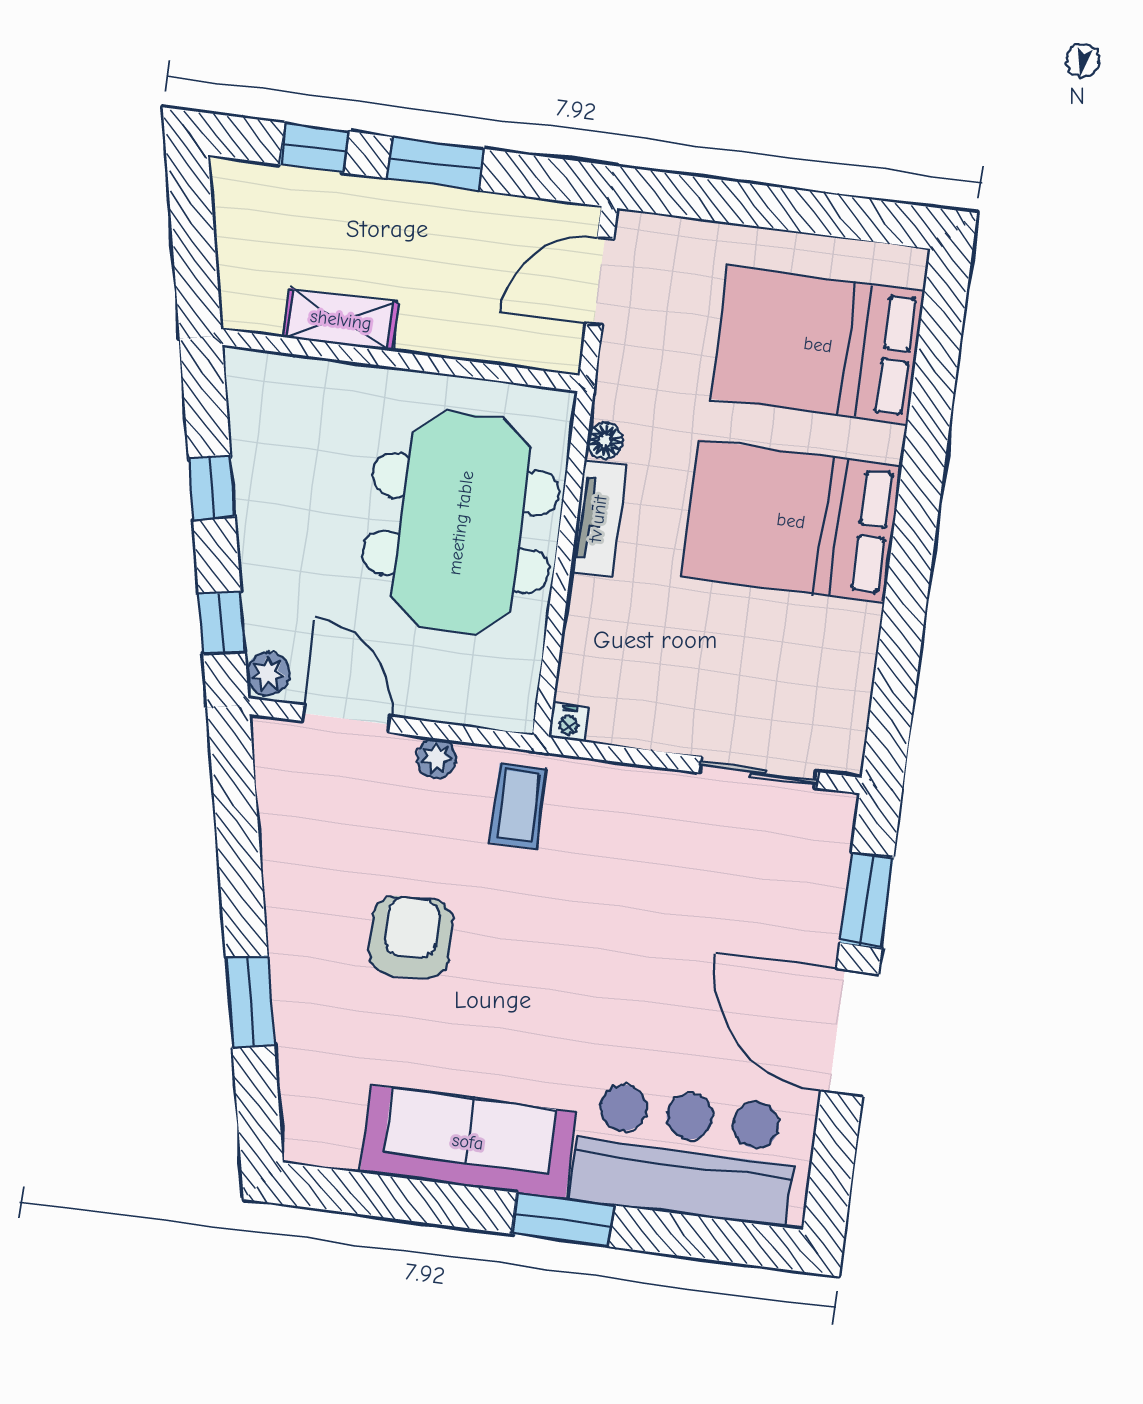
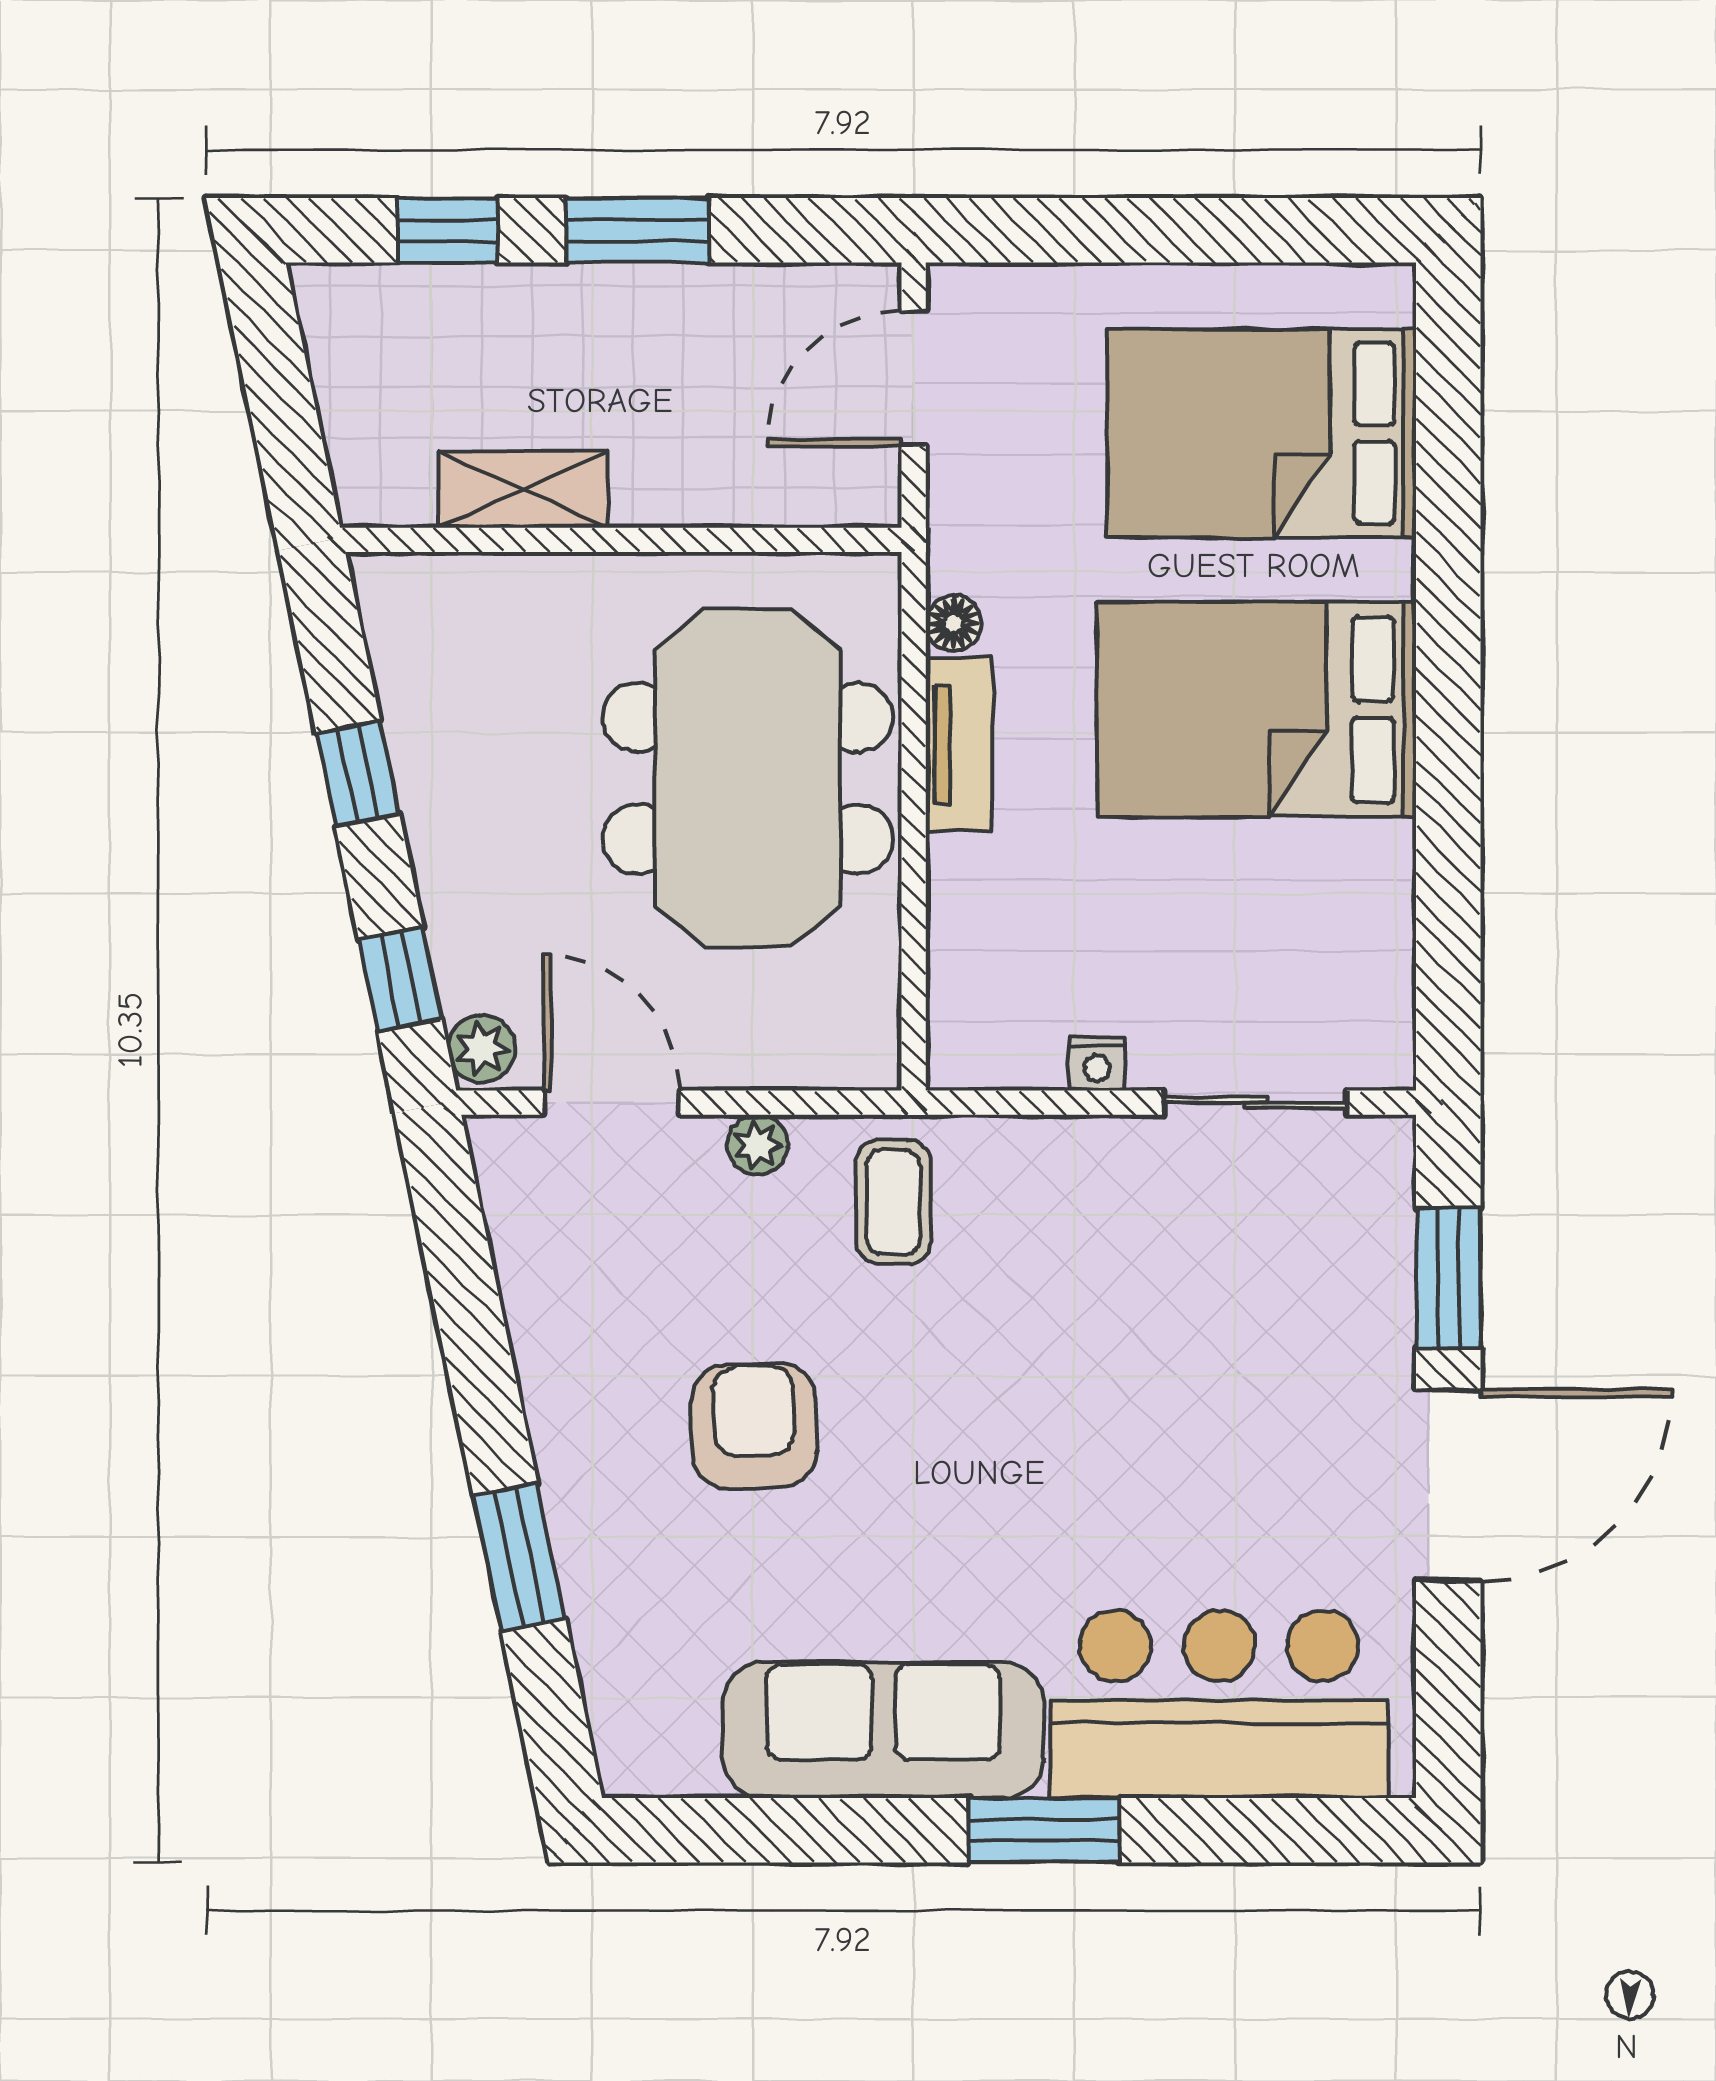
nightstand: (569, 723) -> (1097, 1064), moved
door: (850, 1033) -> (1448, 1485), swing flipped

